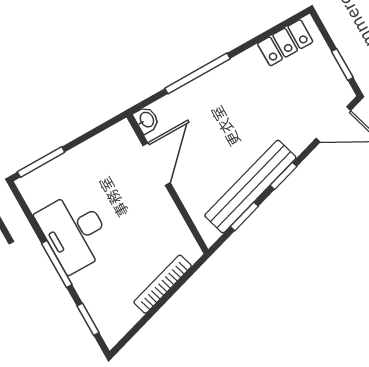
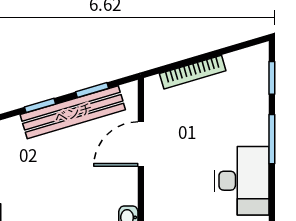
door: (157, 164) -> (141, 144), moved
desk: (74, 232) -> (242, 181), moved

